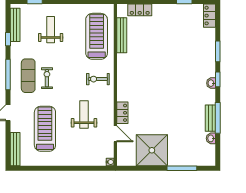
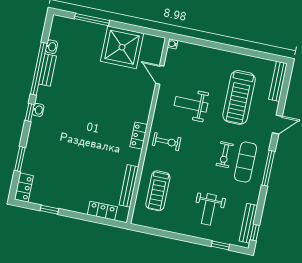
treadmill: (97, 36) -> (158, 191), width x0.73, depth x0.73
window: (8, 39) -> (255, 233), moved
window: (218, 51) -> (20, 159), moved
locker: (122, 113) -> (139, 136), moved
weight bench: (84, 114) -> (191, 104), turned 90
window: (218, 118) -> (39, 69), width x1.46

